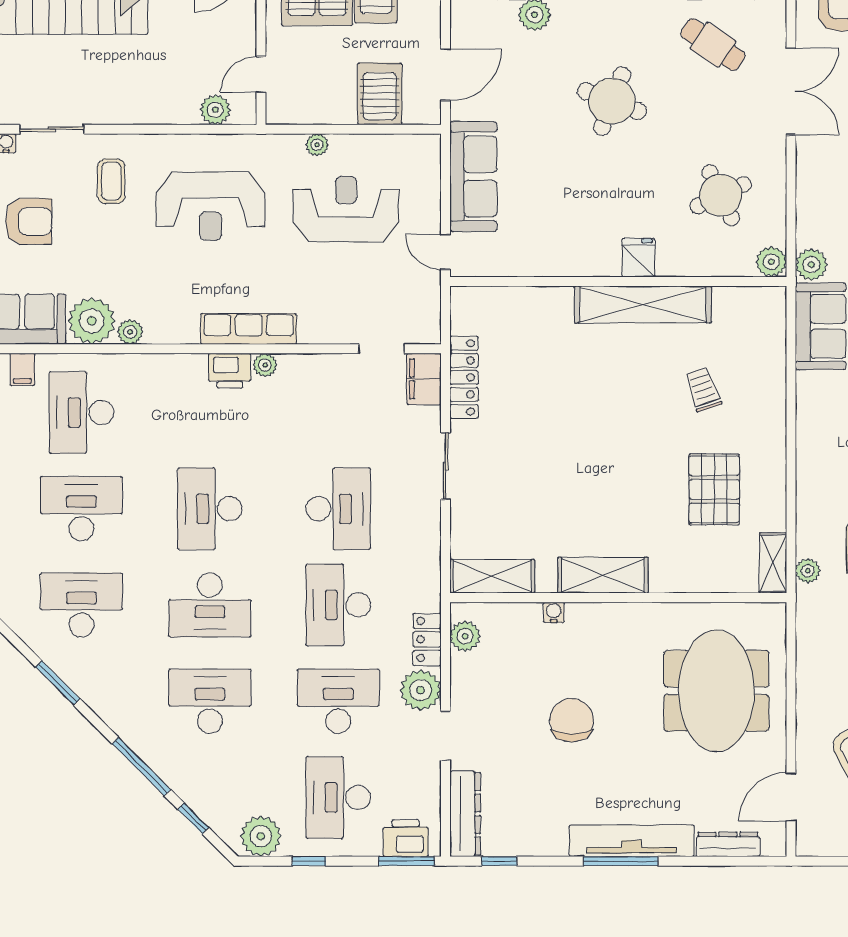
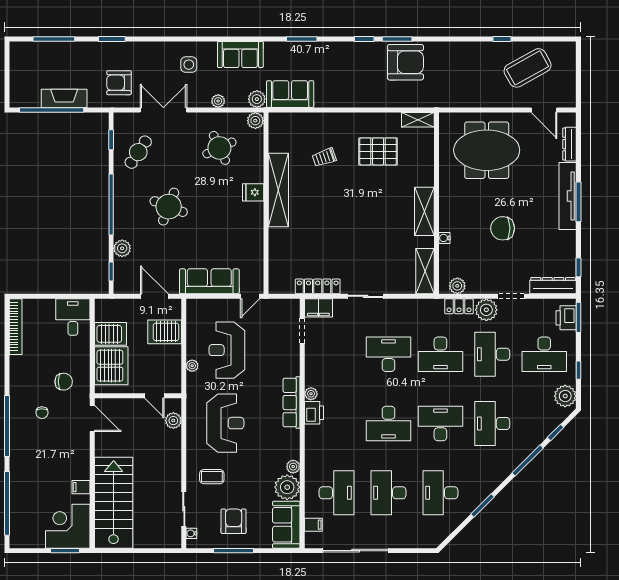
desk: (81, 412) -> (337, 493), turned -90
plant: (808, 571) -> (218, 101), moved
desk: (210, 605) -> (440, 423), turned -90

